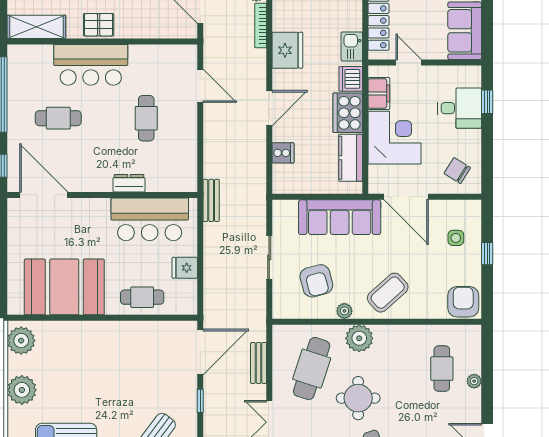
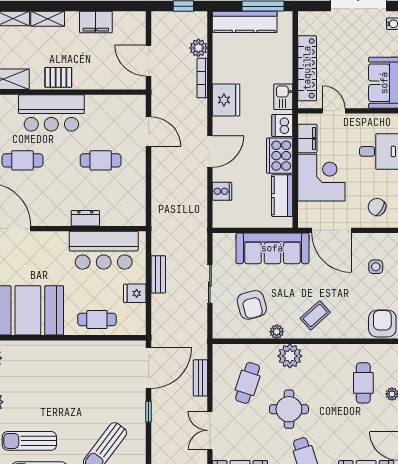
cafe table: (146, 118) -> (101, 160), turned 90
bench: (211, 200) -> (158, 274), moved
coffee table: (388, 293) -> (315, 315), width x0.73, depth x0.77
cafe table: (312, 369) -> (248, 383), width x0.73, depth x0.74

